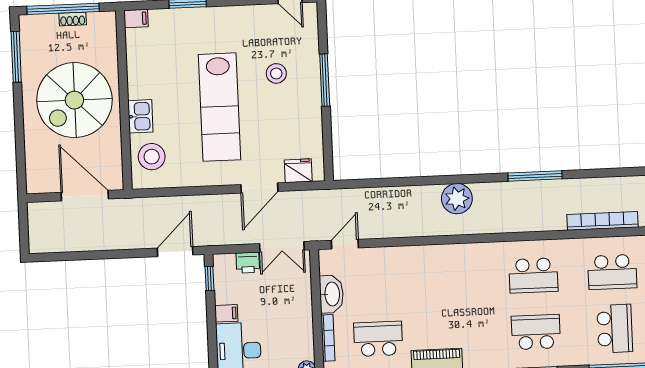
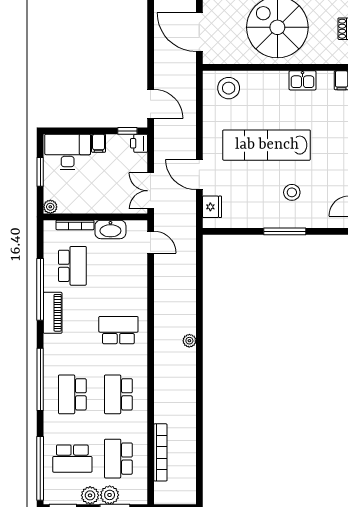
kitchen sink: (140, 116) -> (303, 80), moved
window: (535, 176) -> (199, 399), removed
door: (85, 196) -> (199, 32), swing flipped
plant: (457, 199) -> (189, 341), width x0.53, depth x0.53
printer: (248, 263) -> (139, 143), moved
school desk: (455, 279) -> (118, 330), added
school desk: (536, 332) -> (72, 394), turned 180

